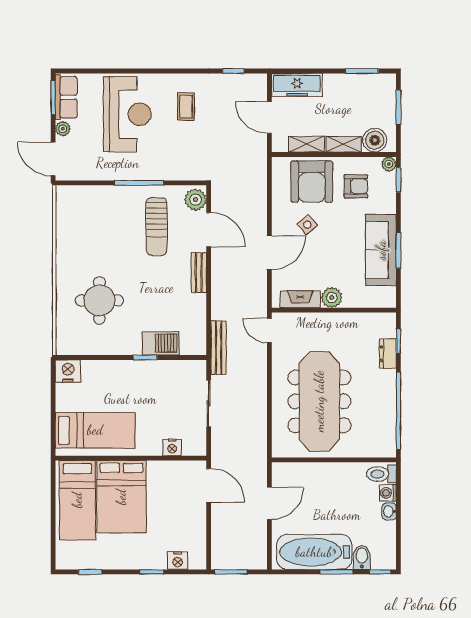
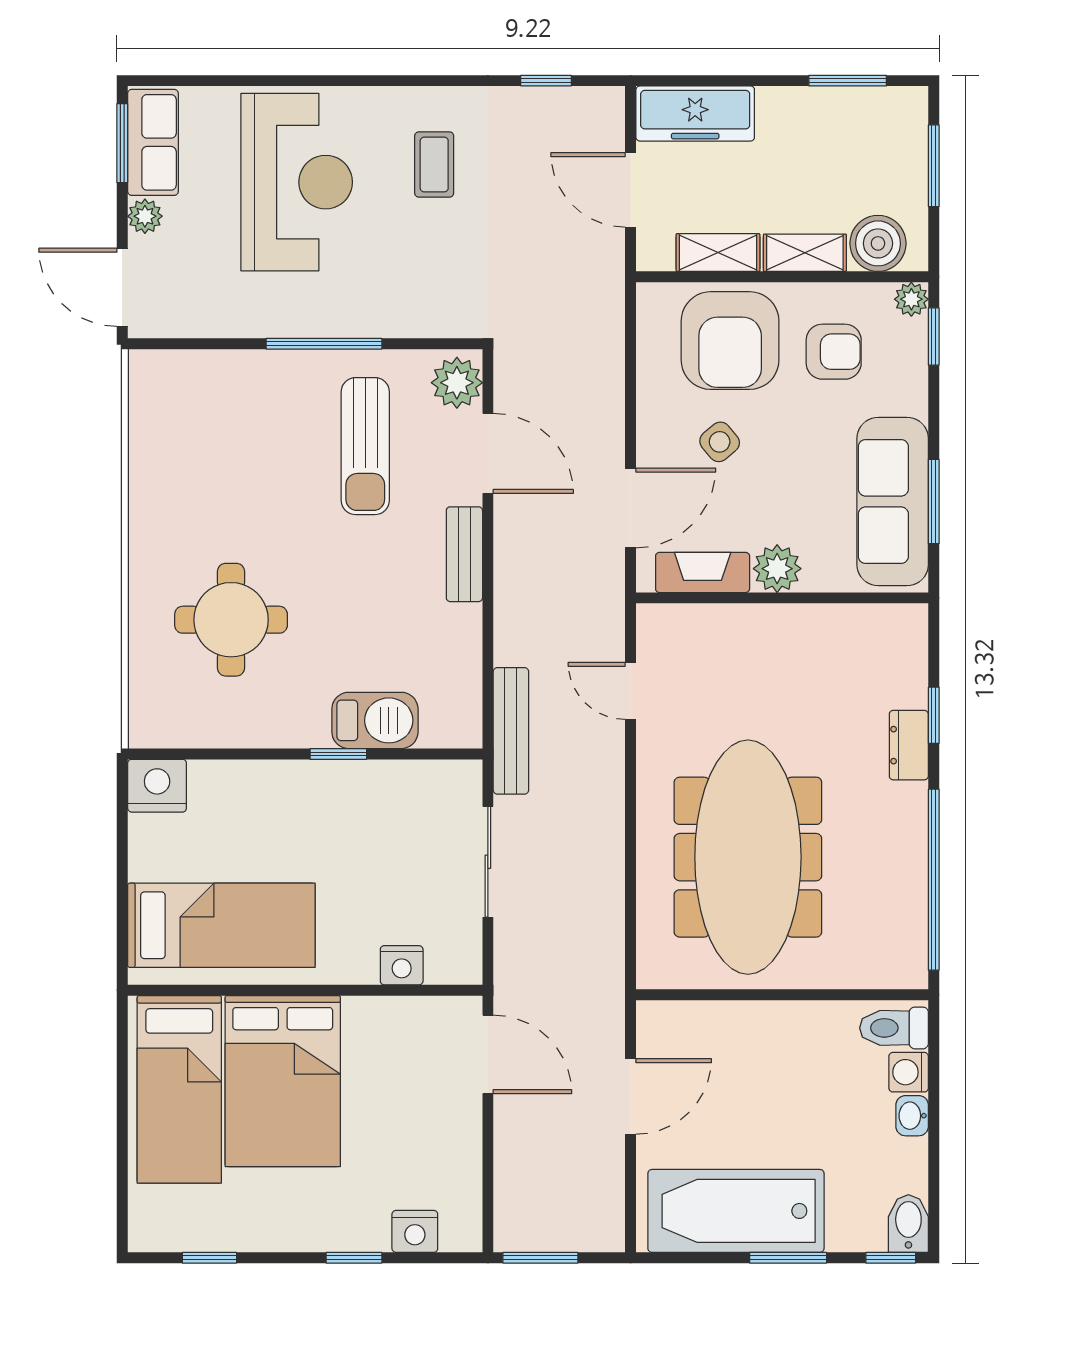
plant: (332, 298) -> (777, 569), moved
fireplace: (300, 299) -> (703, 572), moved
wall: (334, 310) -> (782, 598), moved
bidet: (362, 557) -> (908, 1224), moved

